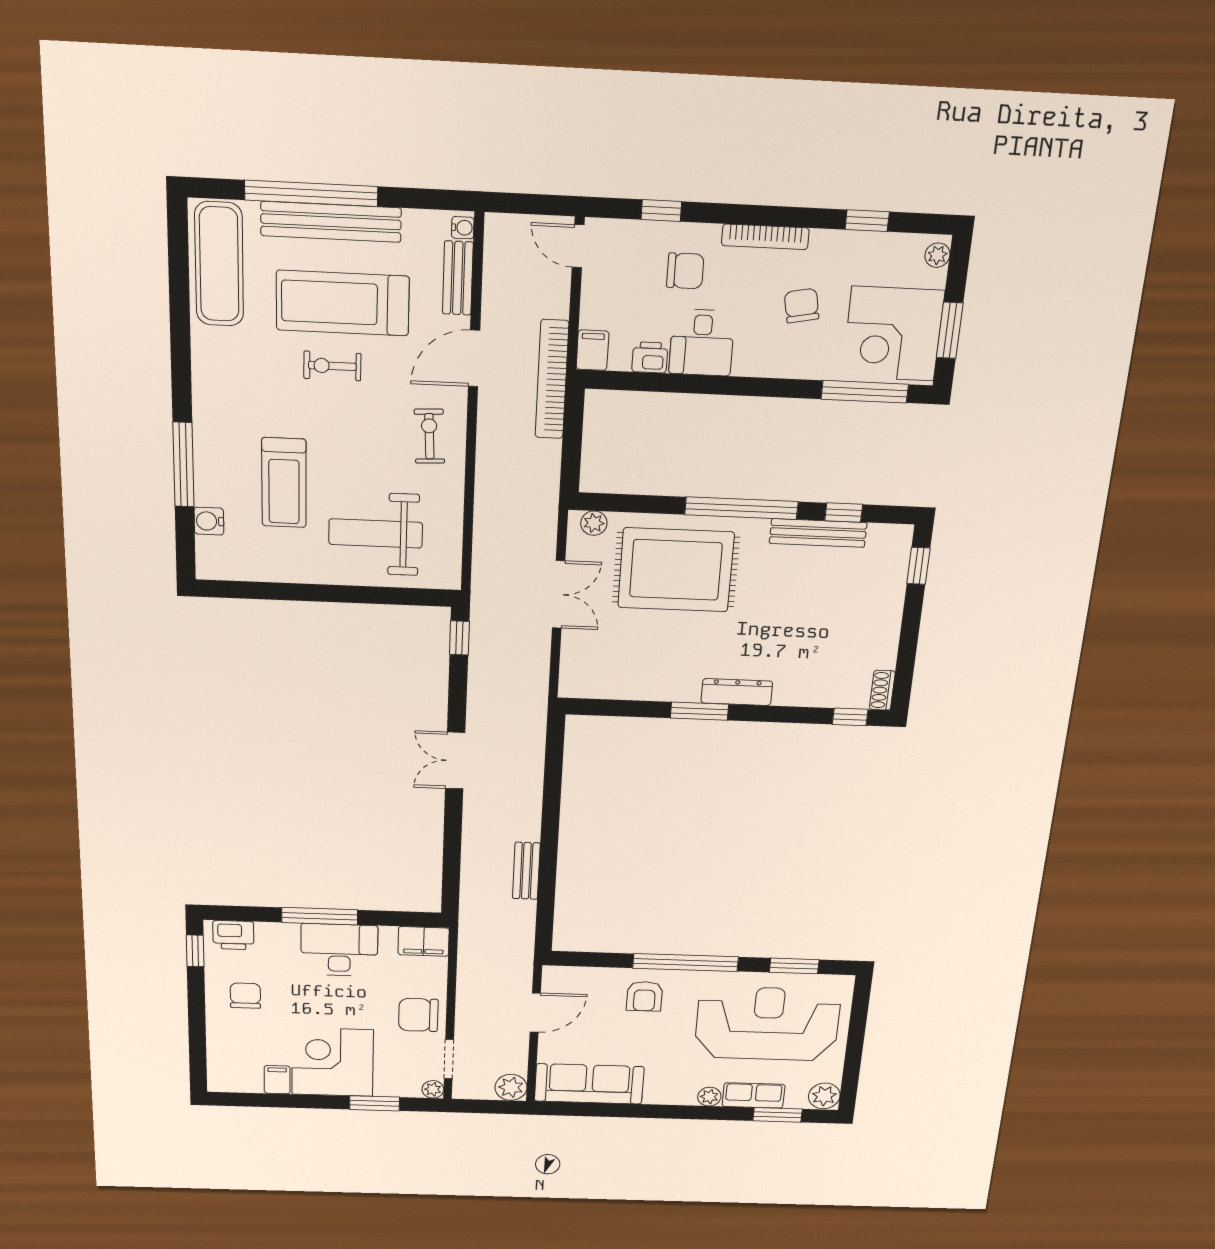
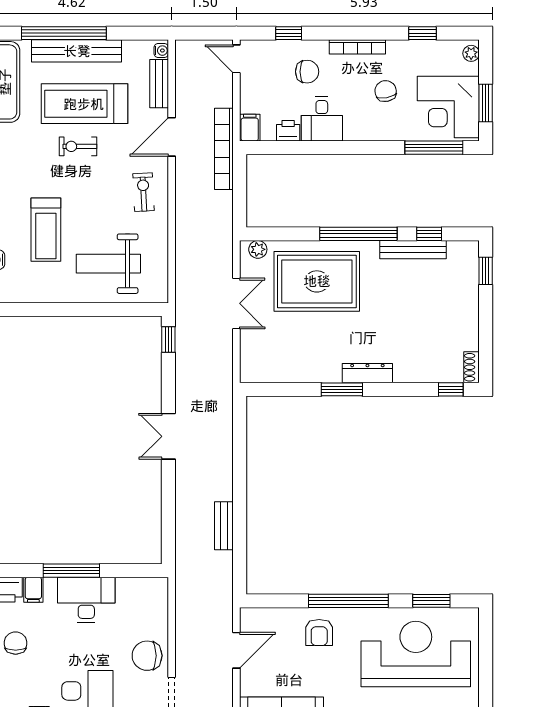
filing cabinet: (424, 941) -> (33, 590), moved, width x0.50

